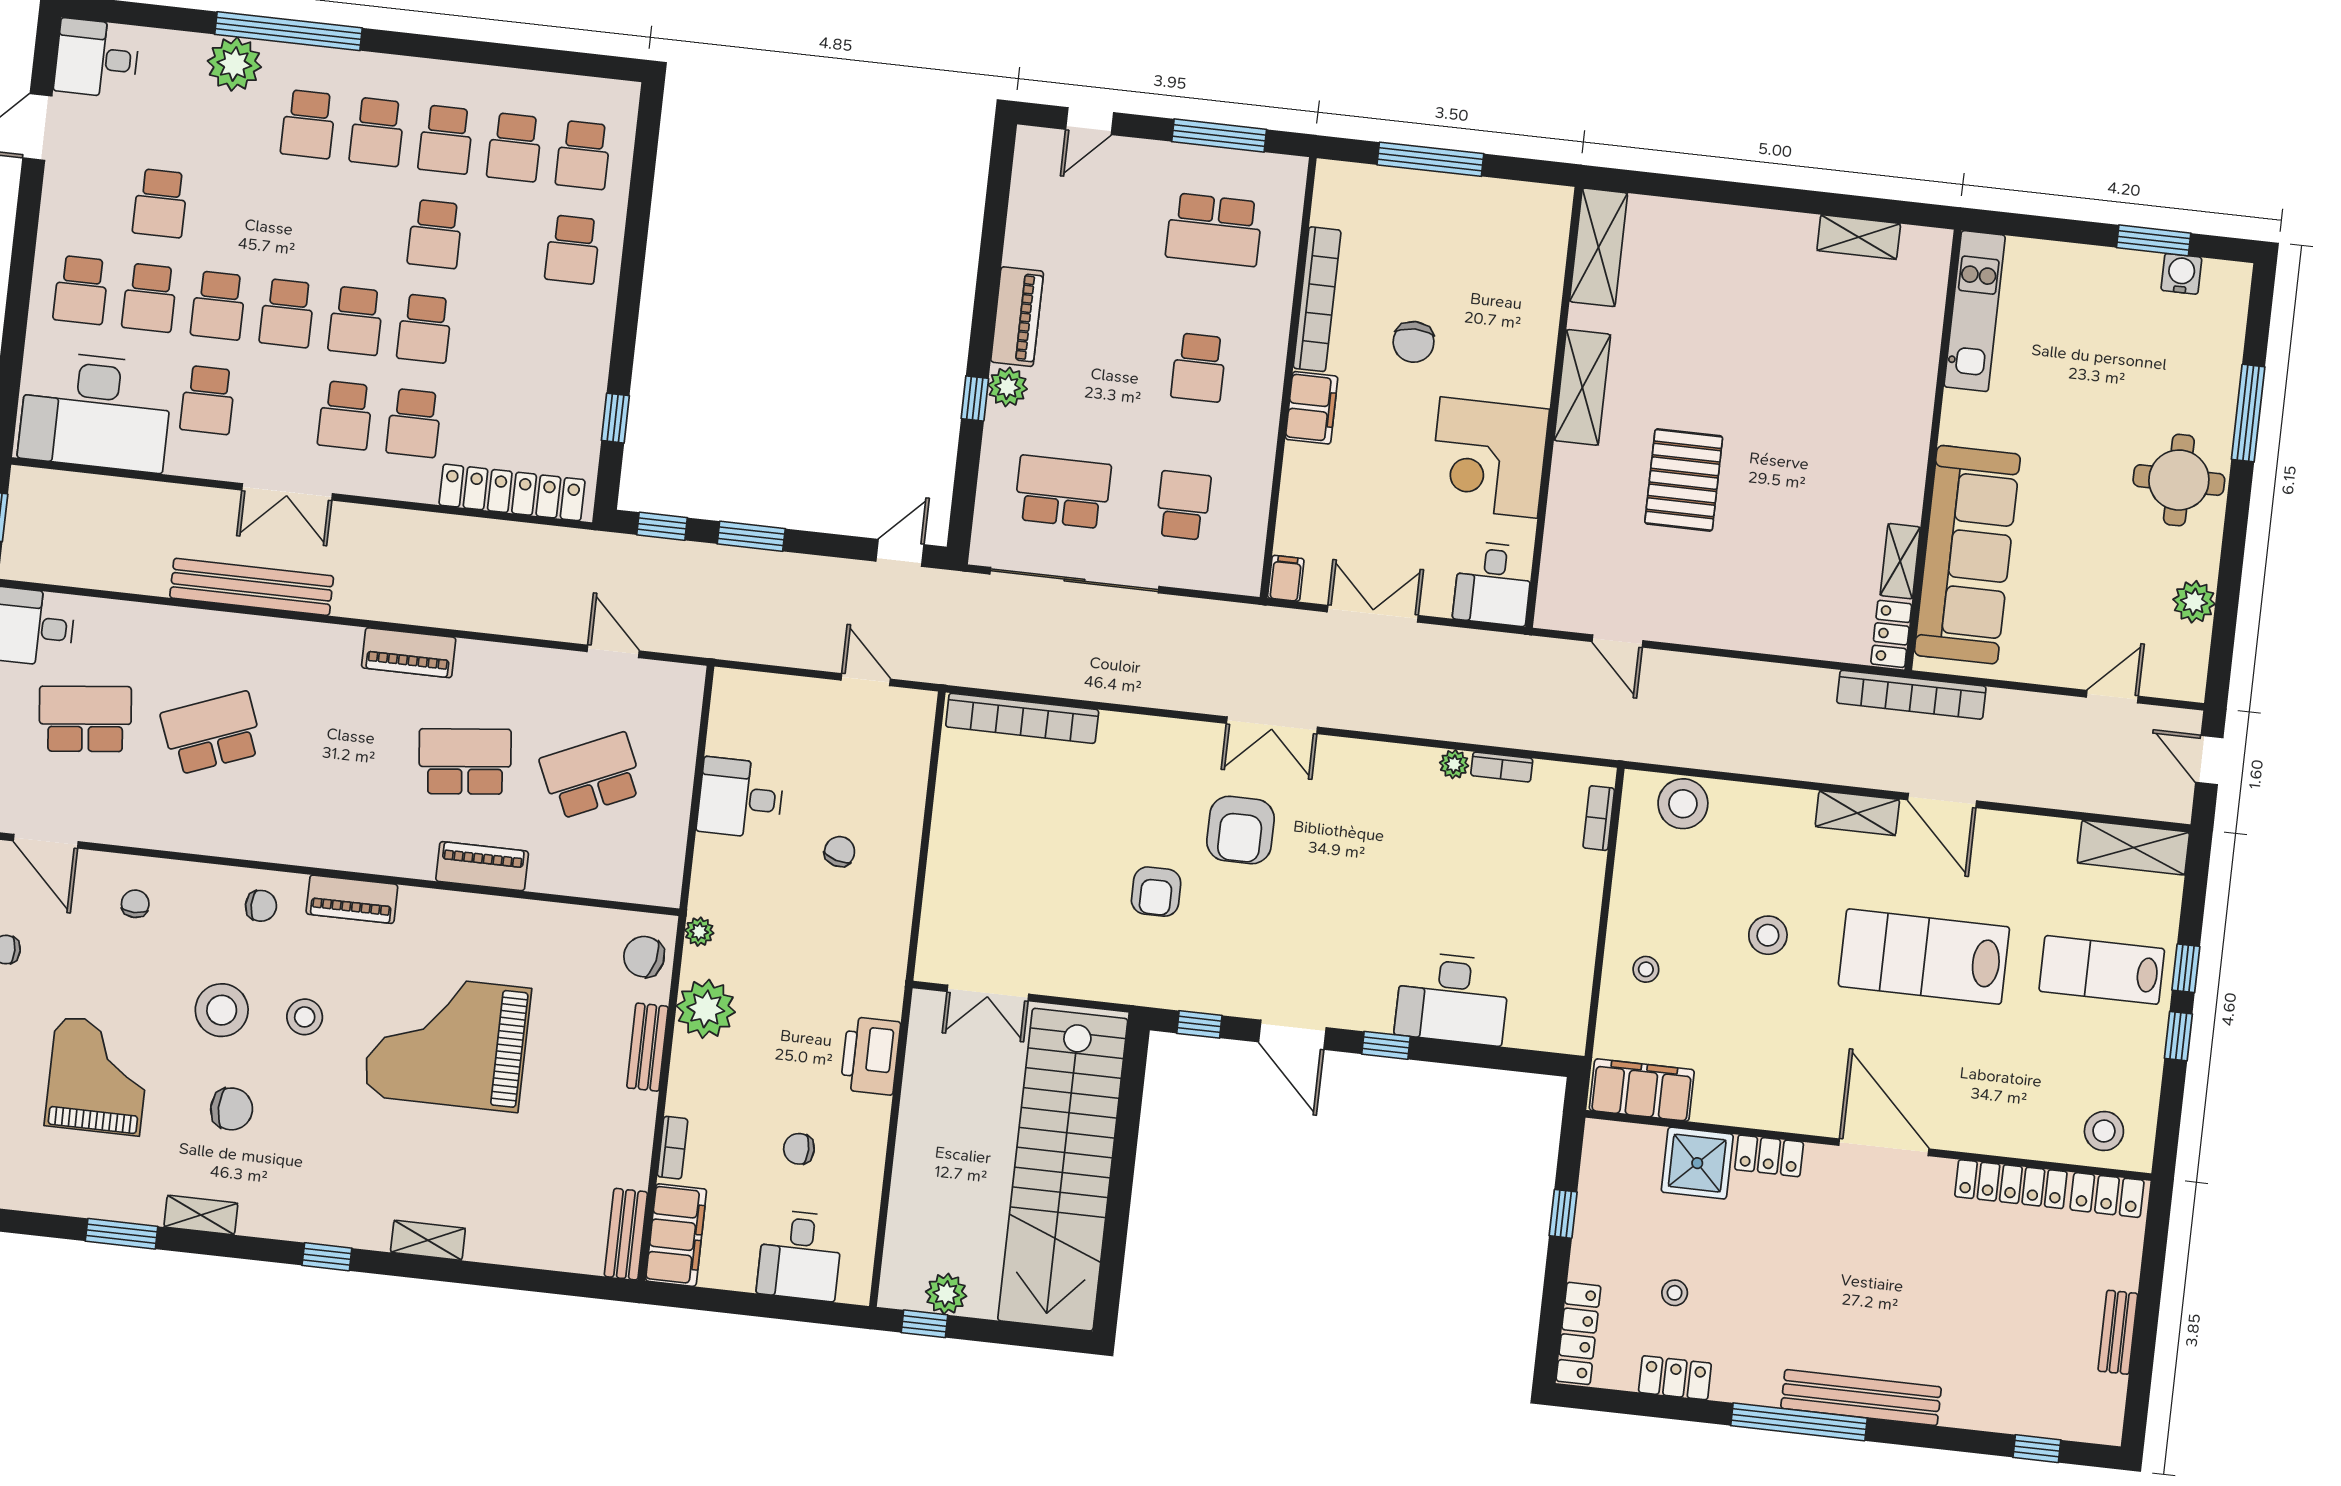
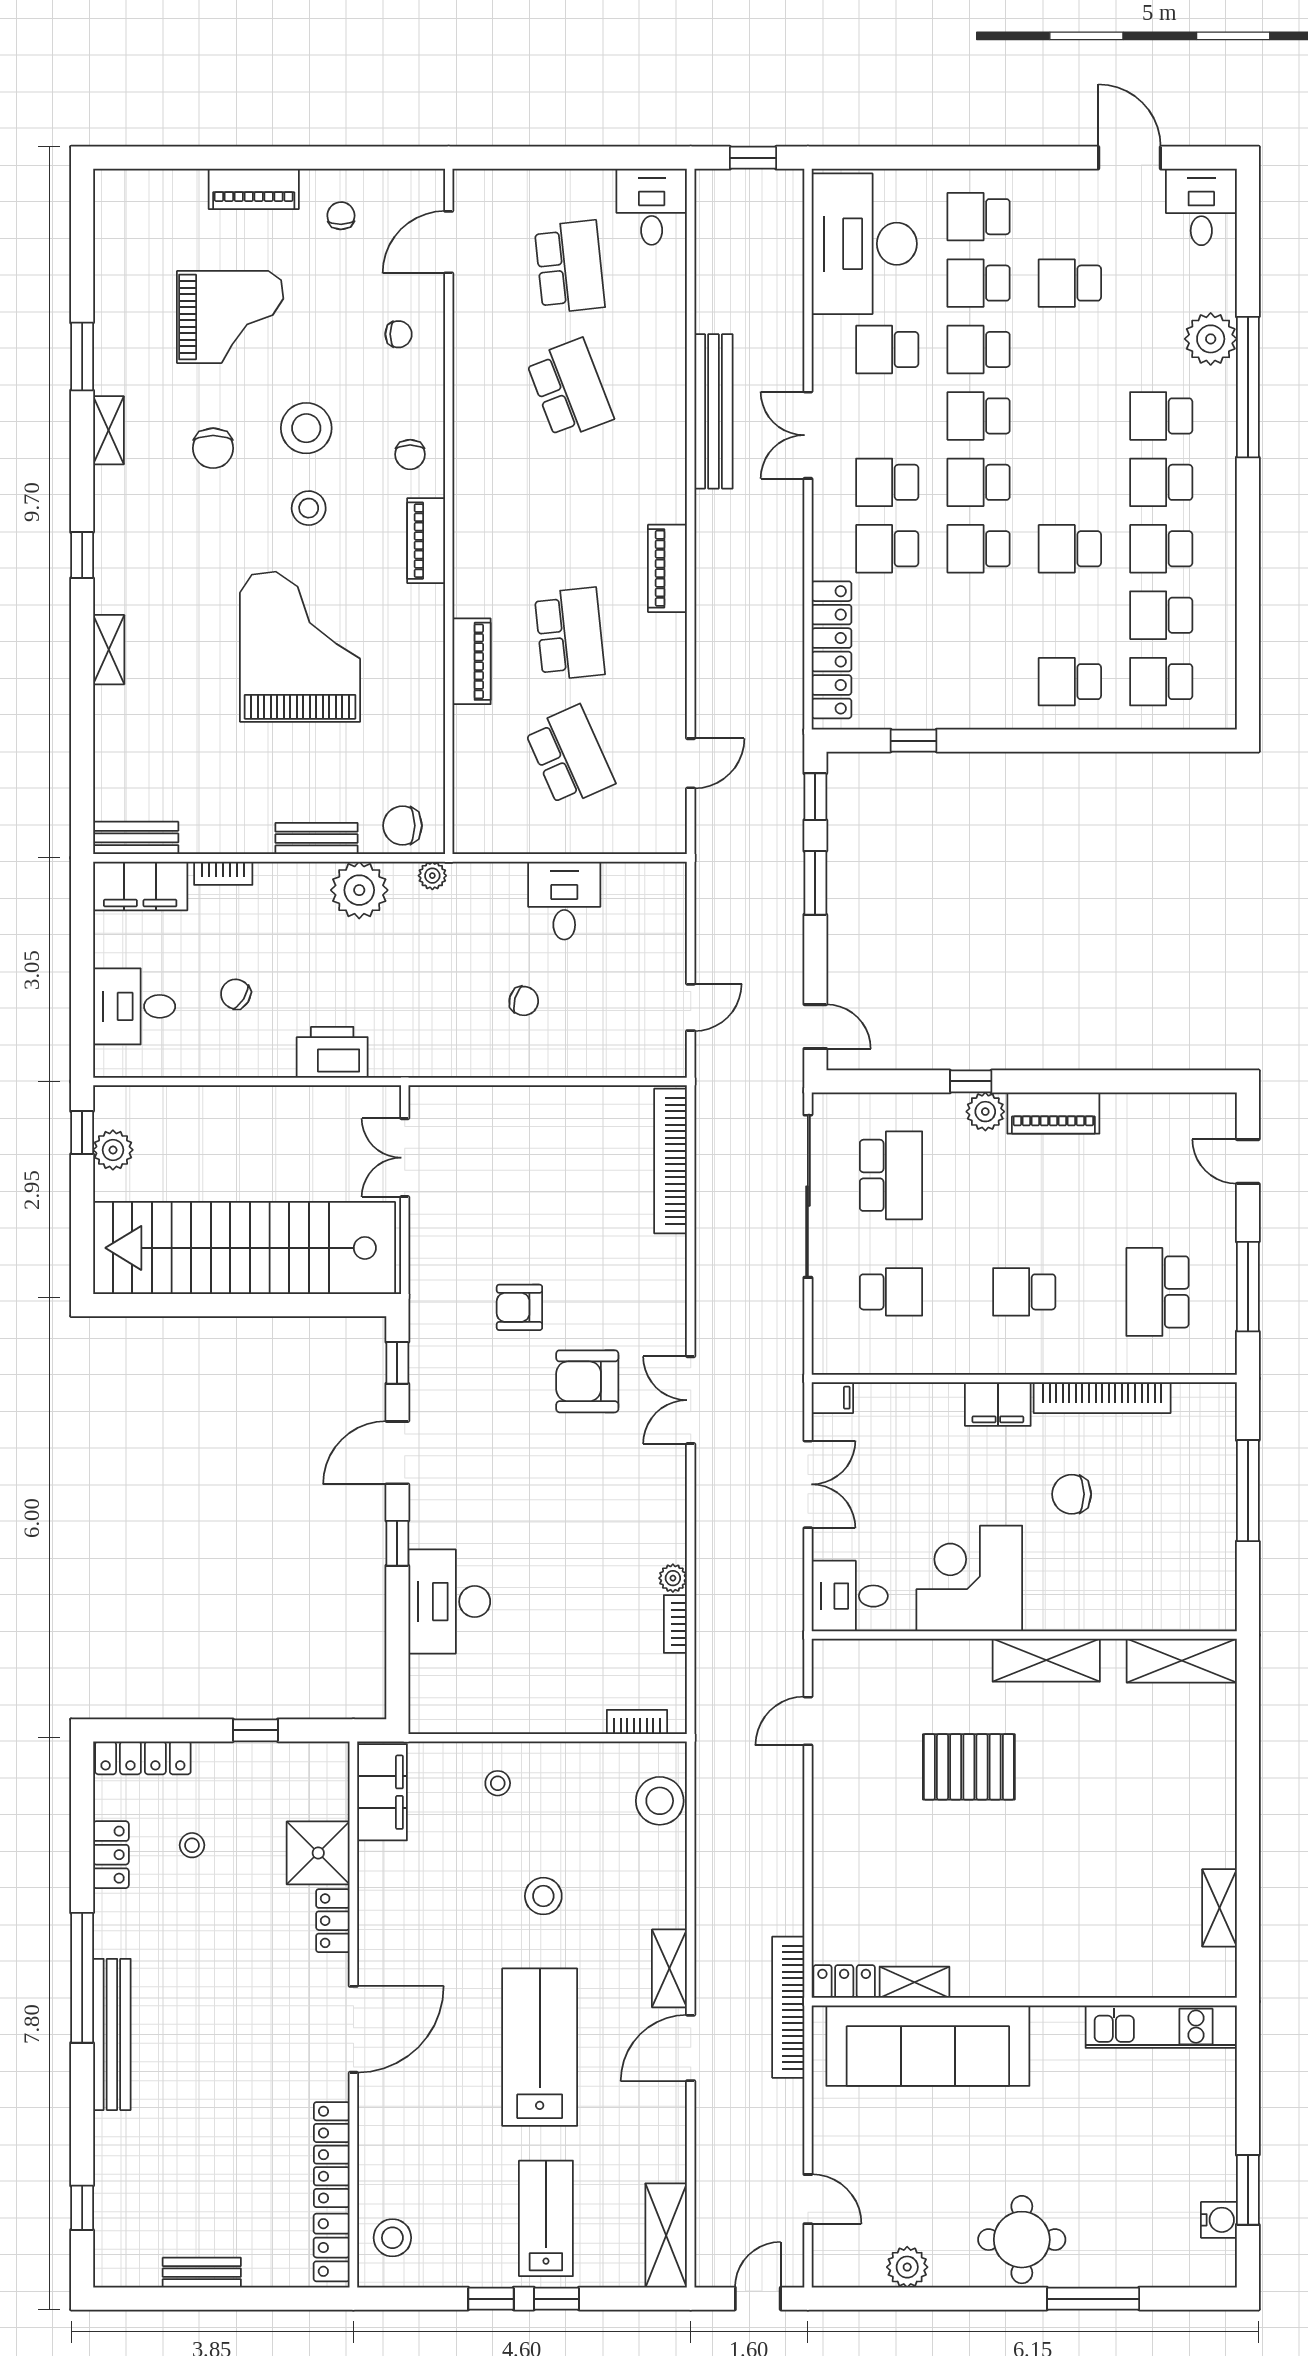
chair: (644, 957) -> (403, 826), turned -103
chair: (799, 1149) -> (236, 994), turned -58

